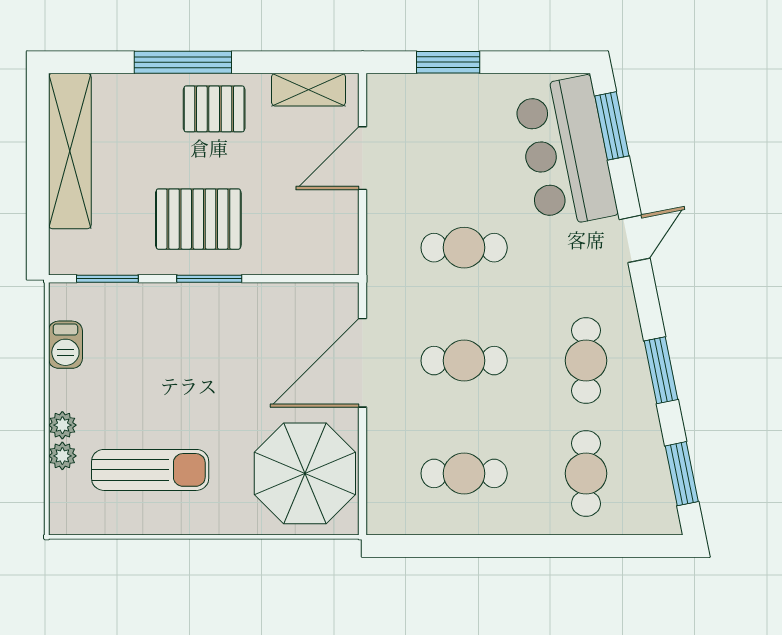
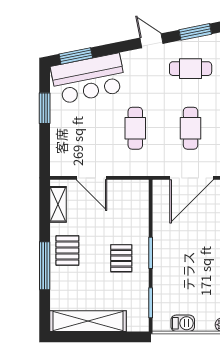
window: (448, 62) -> (45, 108), moved
pallet: (198, 219) -> (121, 258), width x0.67, depth x0.71
door: (635, 239) -> (152, 41), moved
door: (363, 363) -> (192, 178), hinge flipped

